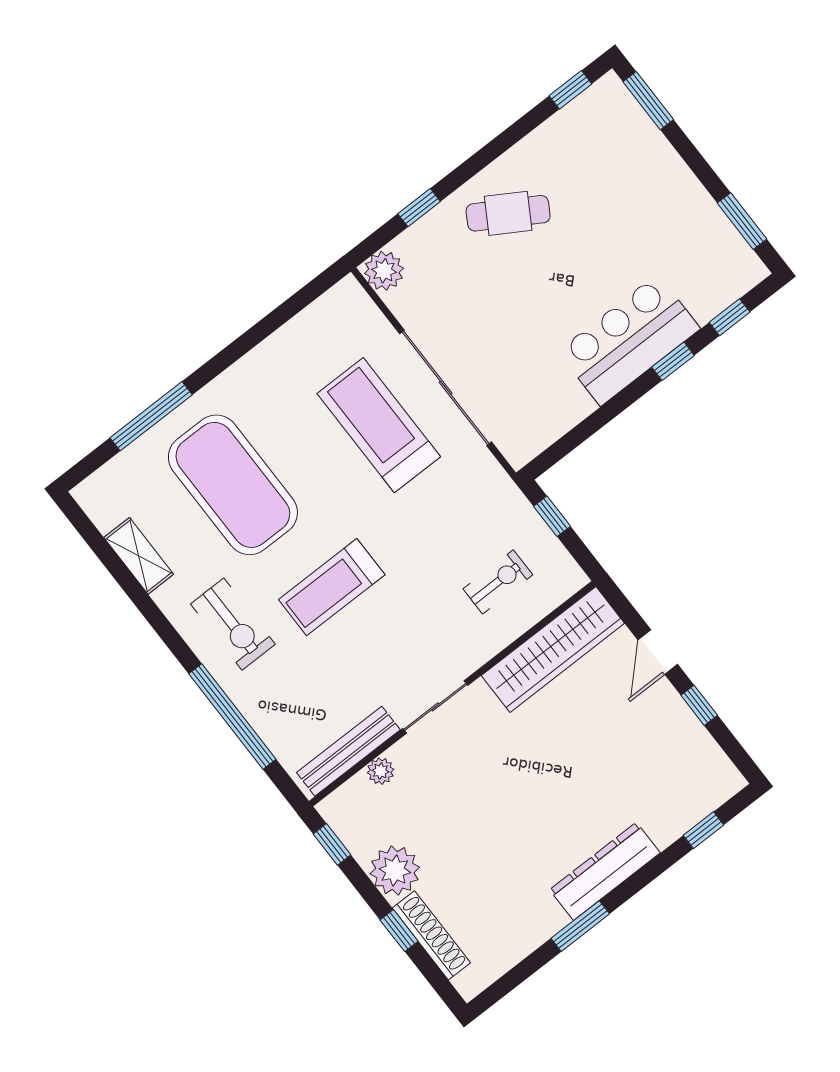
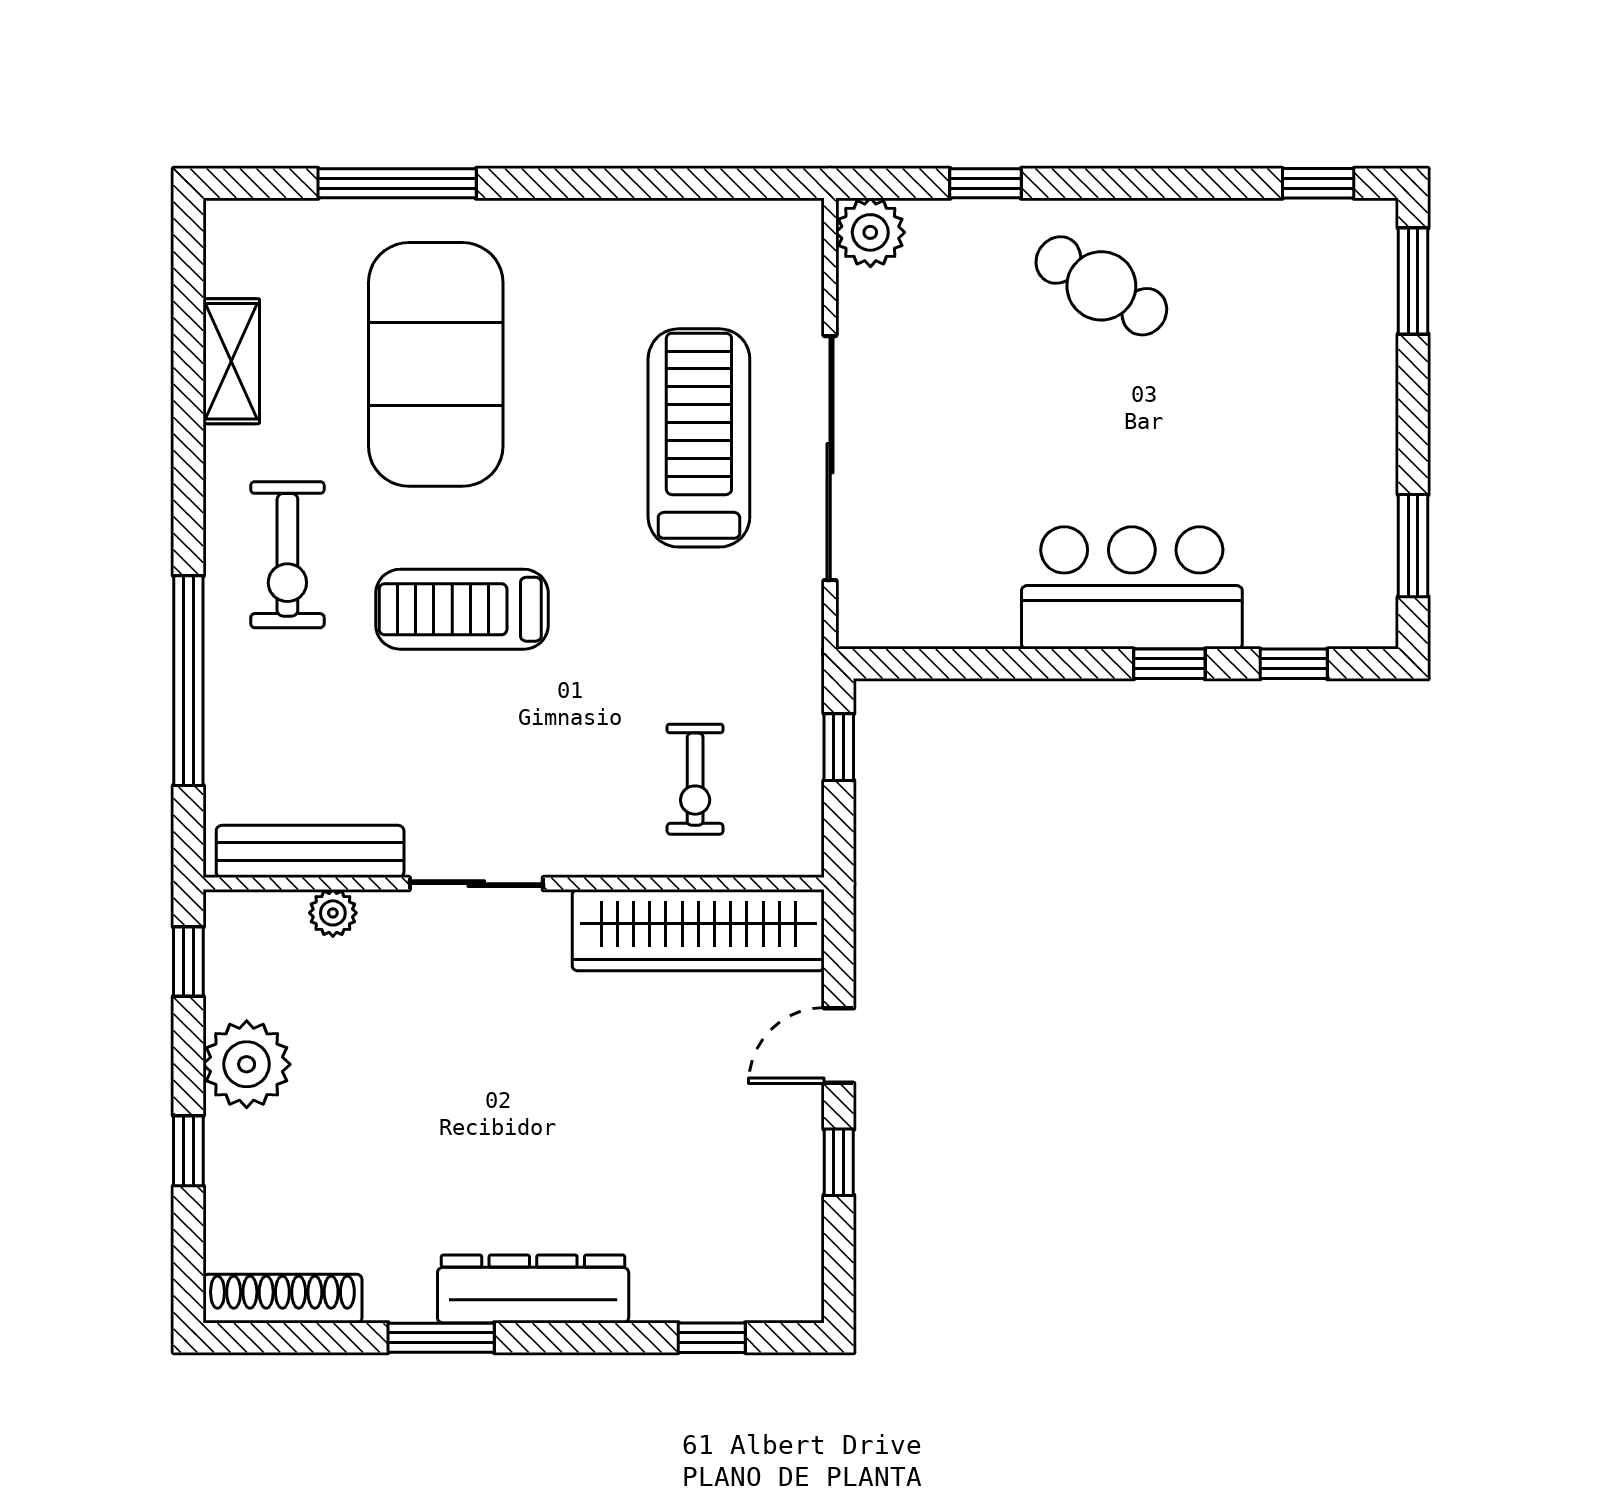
exercise bike: (498, 582) -> (695, 779), turned 90
shoe rack: (431, 935) -> (282, 1299), moved, turned -90

